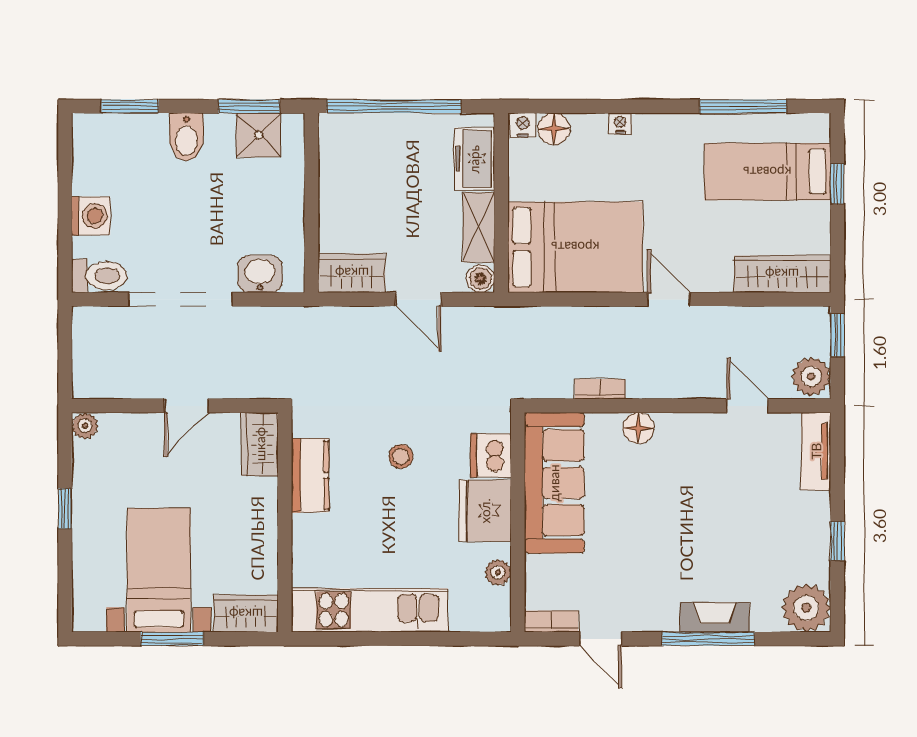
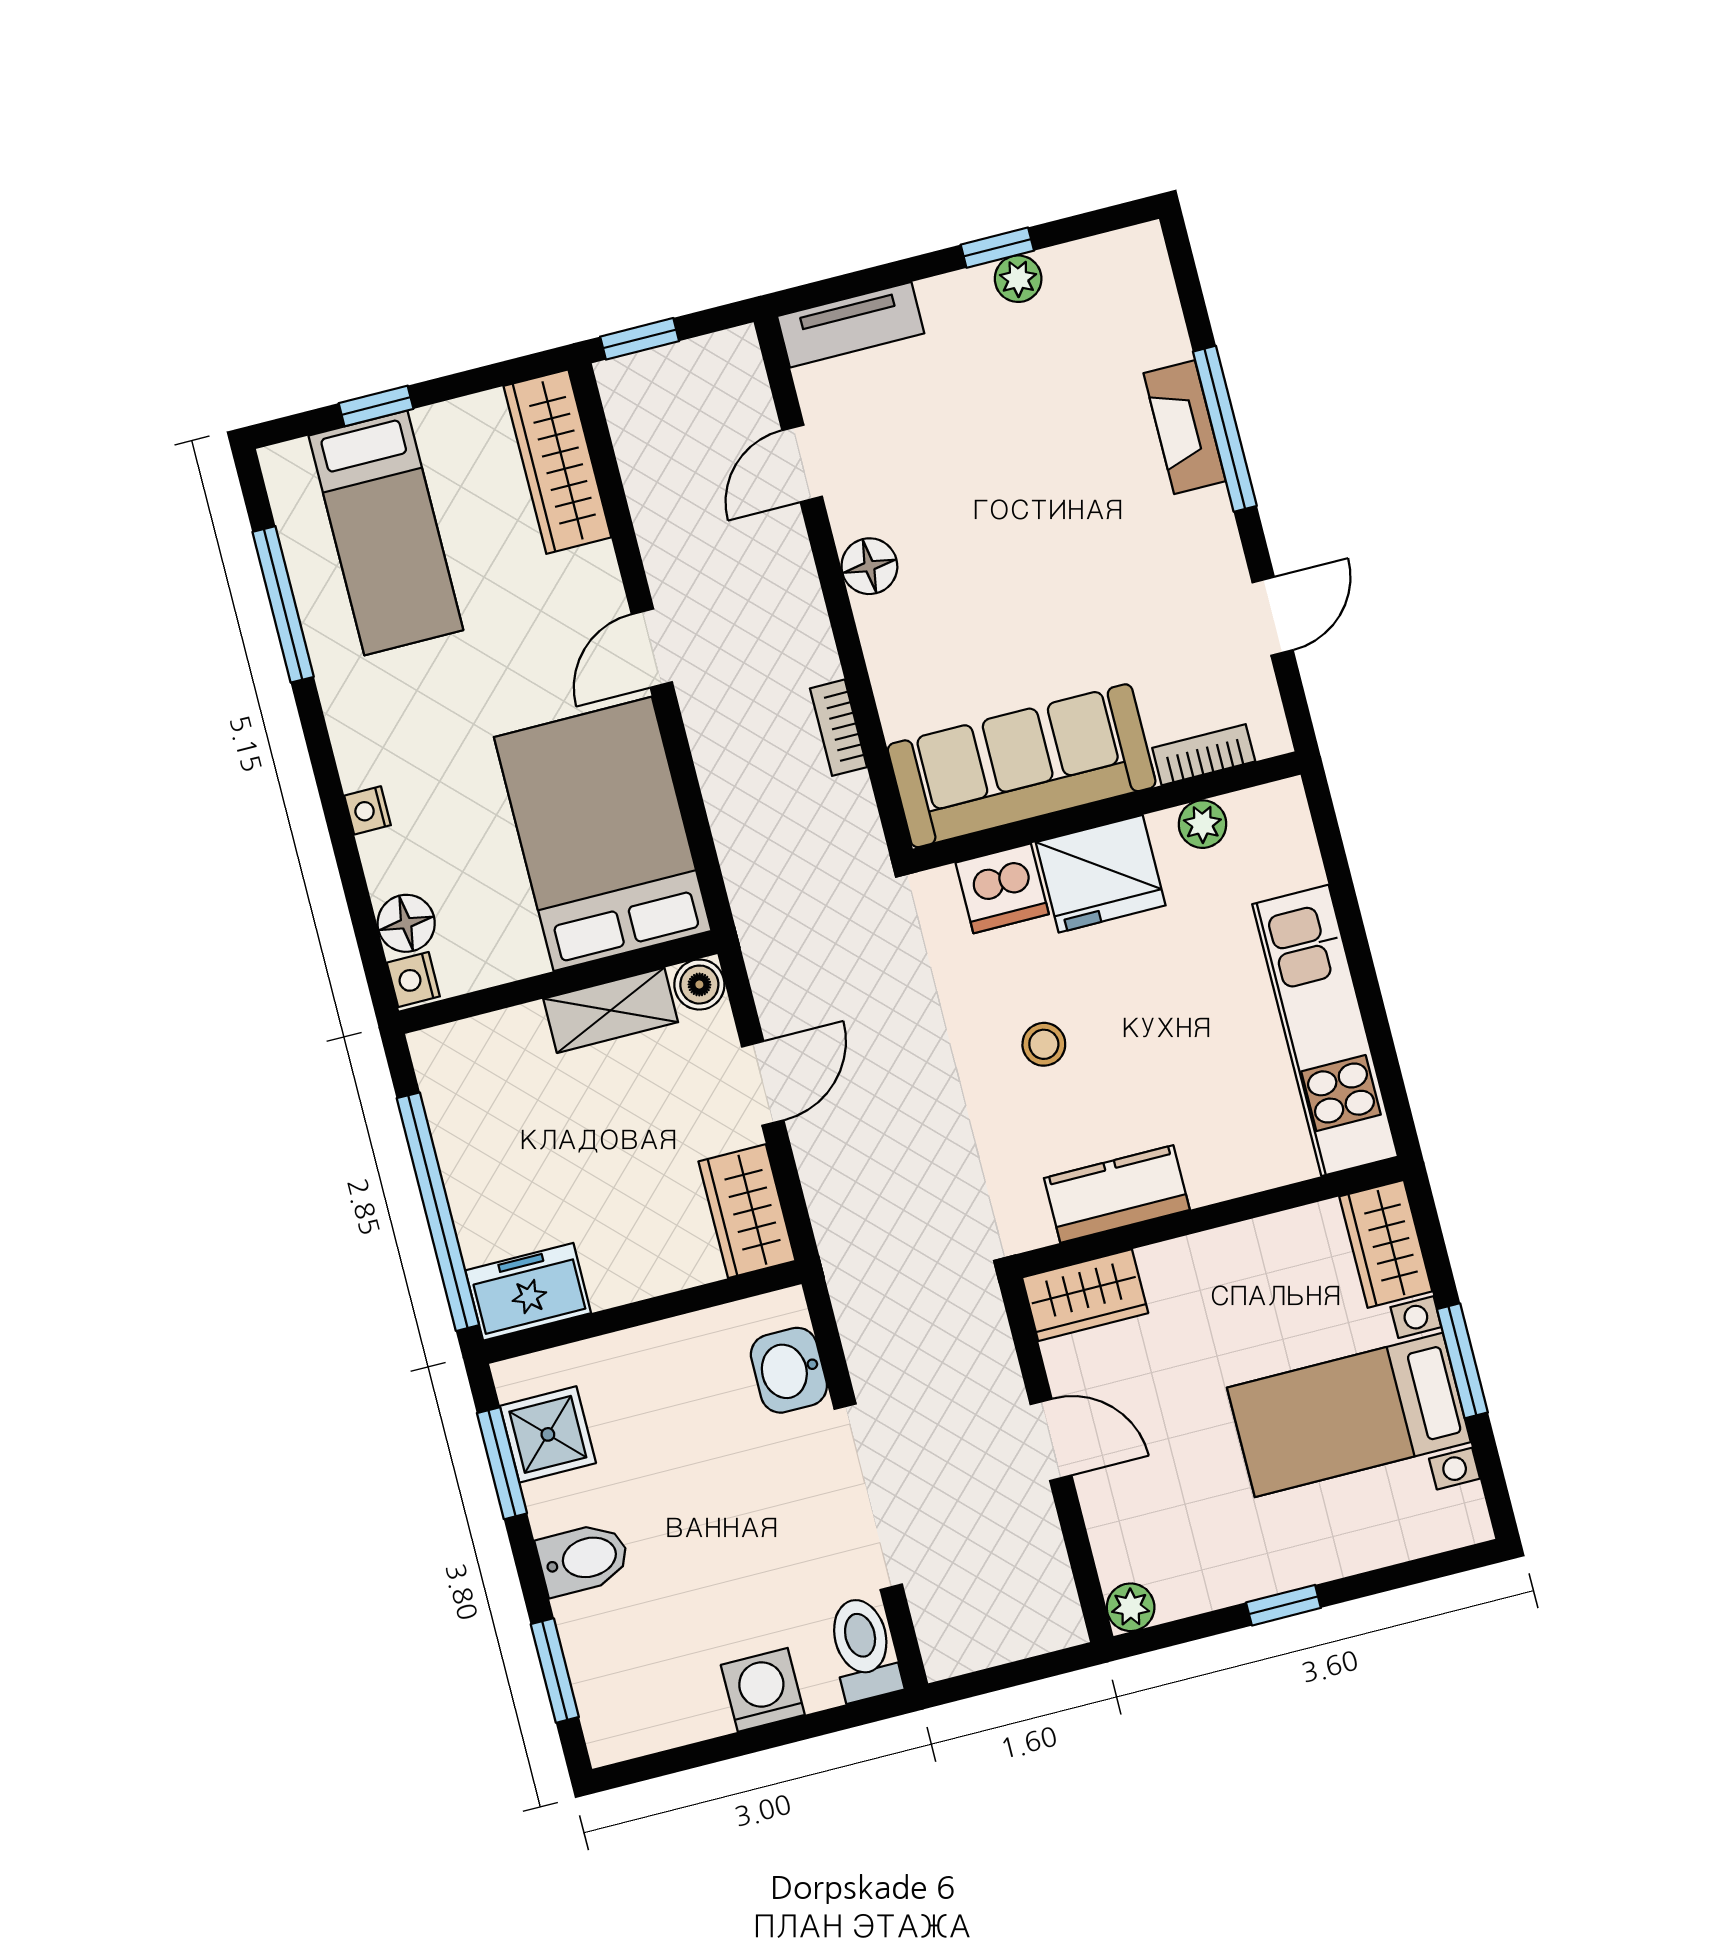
freezer: (474, 159) -> (528, 1292), moved, turned 180
plant: (811, 377) -> (723, 366), removed
floor lamp: (638, 428) -> (869, 566), moved
plant: (806, 608) -> (1018, 279), moved, width x0.53, depth x0.53
bookcase: (551, 621) -> (1204, 755), moved, turned 90

